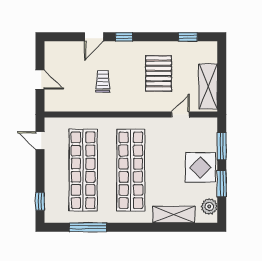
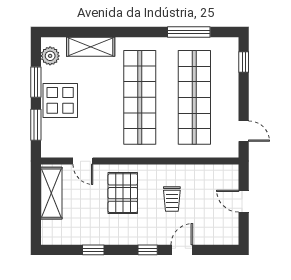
window: (188, 37) -> (93, 250), moved
pallet: (159, 73) -> (123, 193), moved
door: (180, 115) -> (83, 161), hinge flipped

